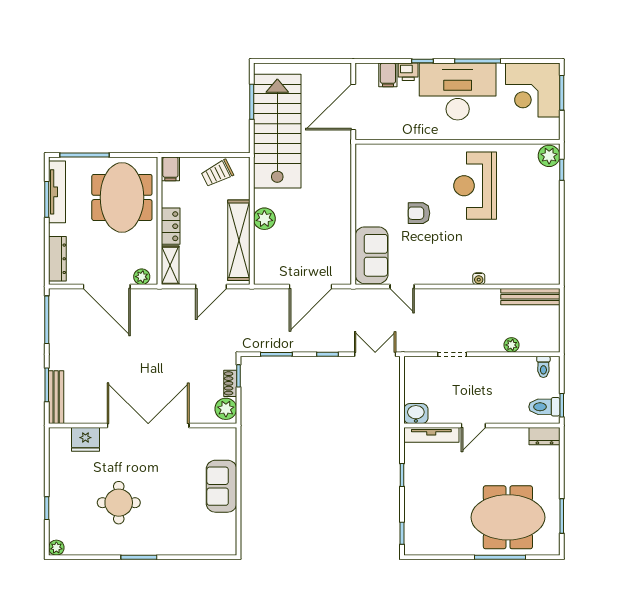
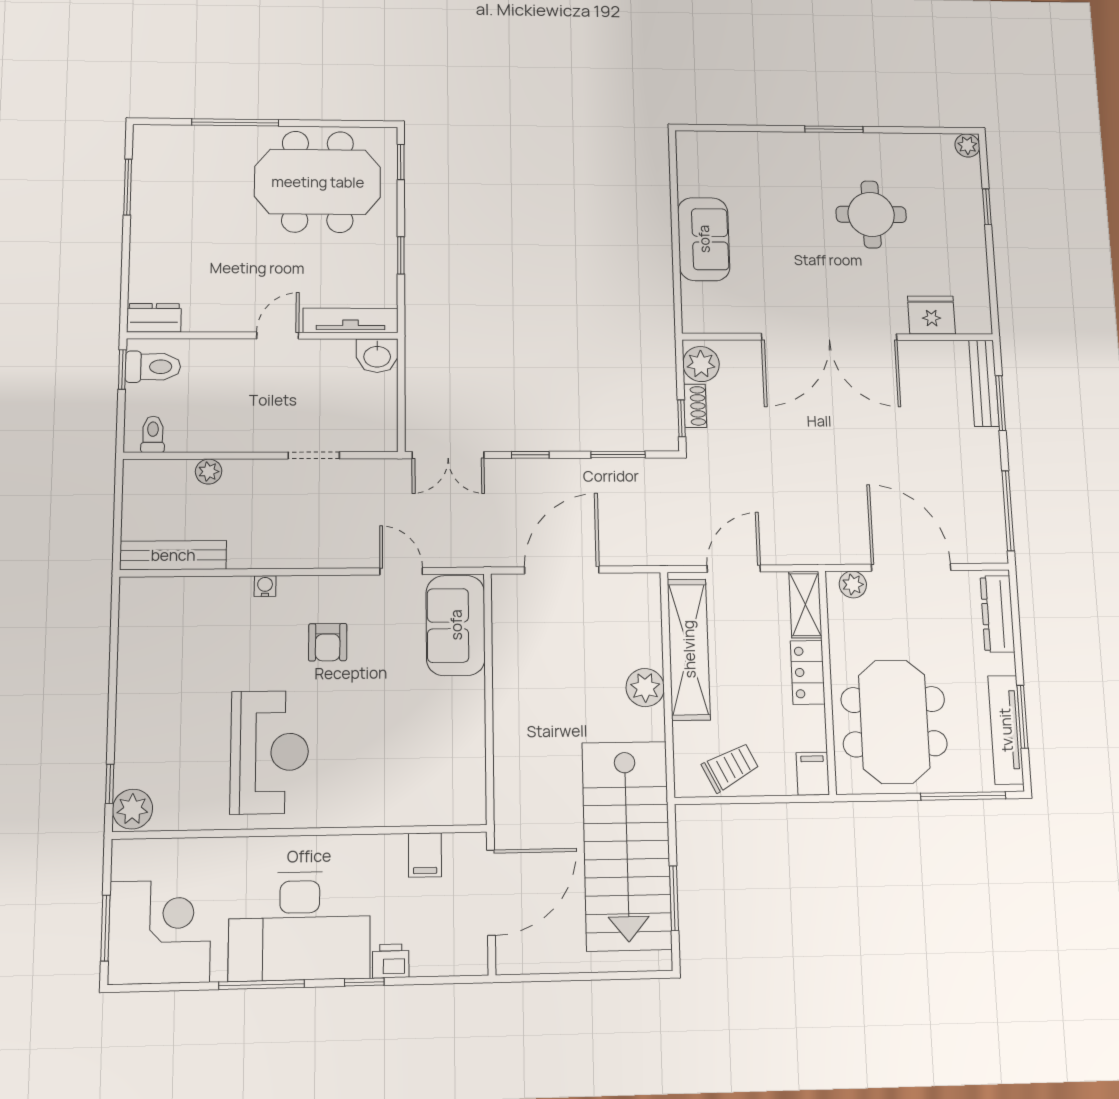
filing cabinet: (388, 75) -> (425, 855), moved, turned 180
armchair: (419, 213) -> (328, 642), moved, turned 90
meeting table: (508, 517) -> (318, 182), moved

